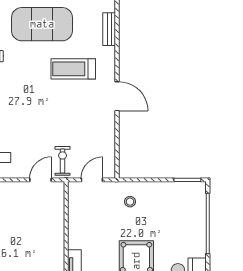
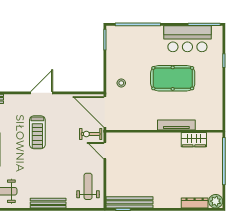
treadmill: (73, 69) -> (37, 132), moved
door: (92, 180) -> (105, 112), width x1.88

